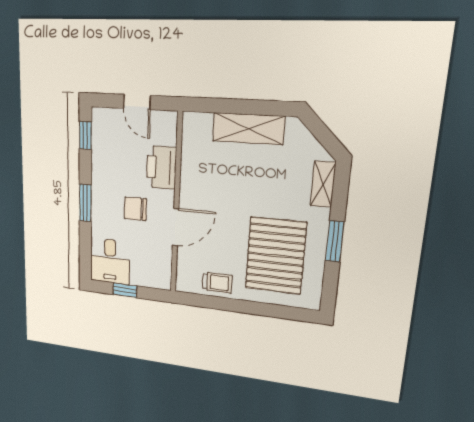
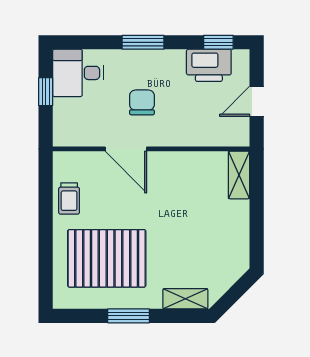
shelving: (248, 129) -> (239, 175), moved, width x0.67, depth x0.75
printer: (161, 167) -> (209, 65), moved, turned 180

